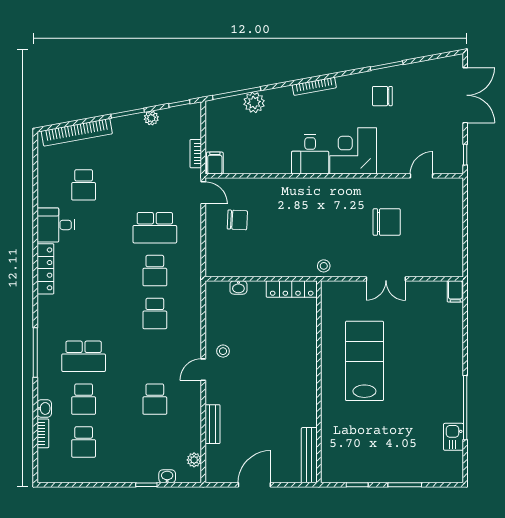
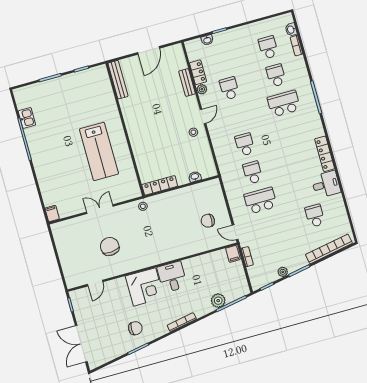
chair: (387, 222) -> (110, 246), turned 85
washbasin: (44, 408) -> (291, 30), moved
locker: (193, 434) -> (198, 72), added
plant: (194, 460) -> (202, 89), moved

